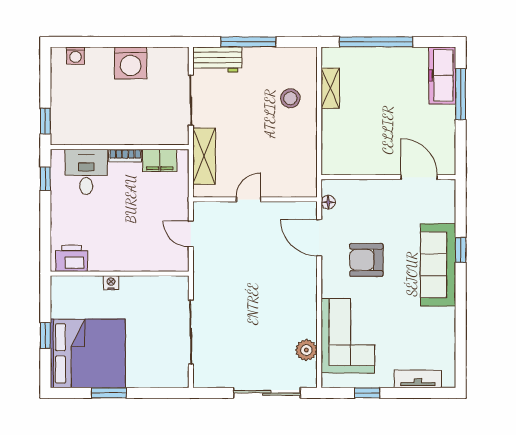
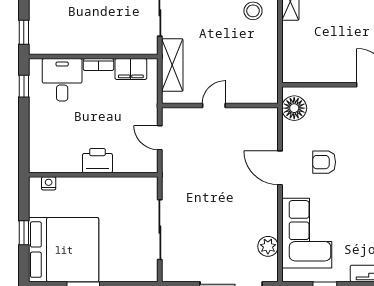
floor lamp: (328, 202) -> (294, 108), width x1.89, depth x1.89
door: (319, 238) -> (280, 168), moved
printer: (72, 258) -> (97, 161), moved
armchair: (366, 260) -> (324, 162), width x0.72, depth x0.72
nightstand: (111, 283) -> (49, 183), moved

